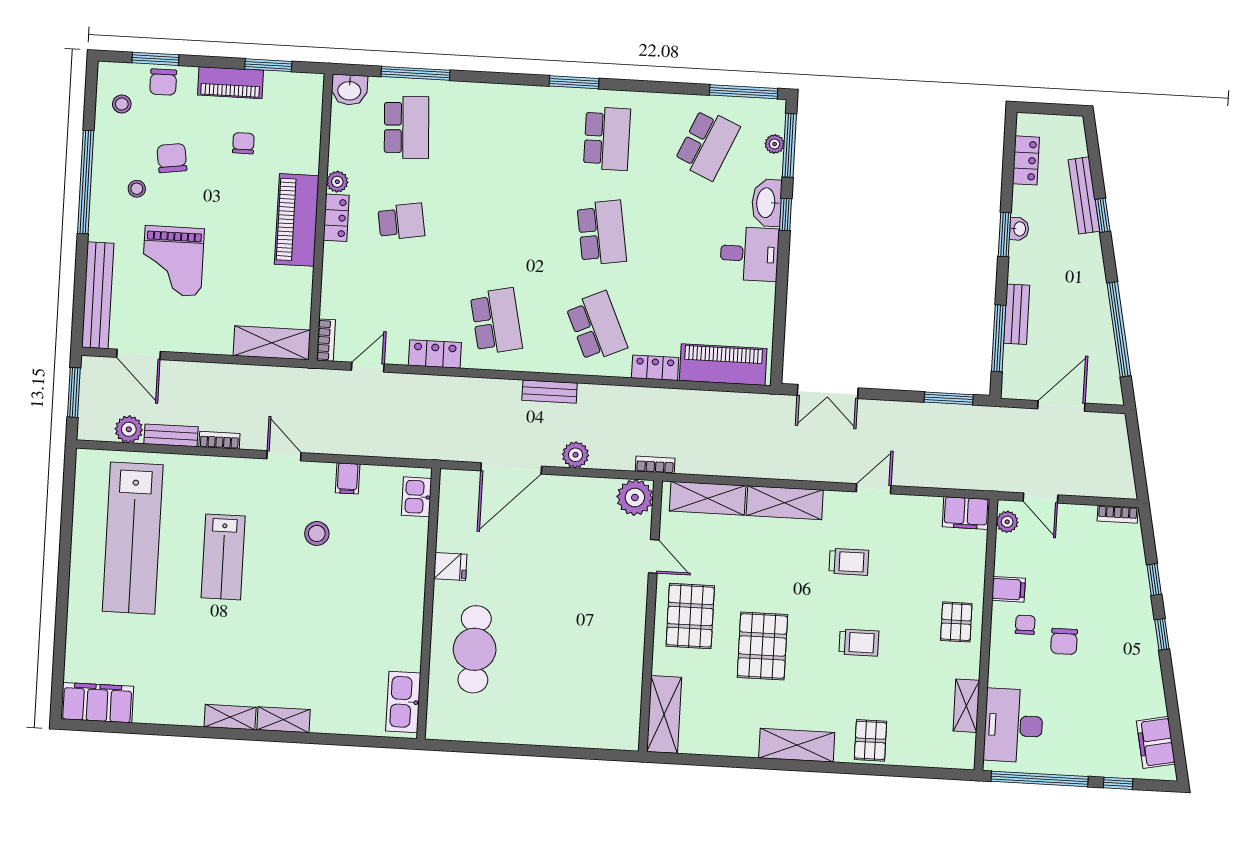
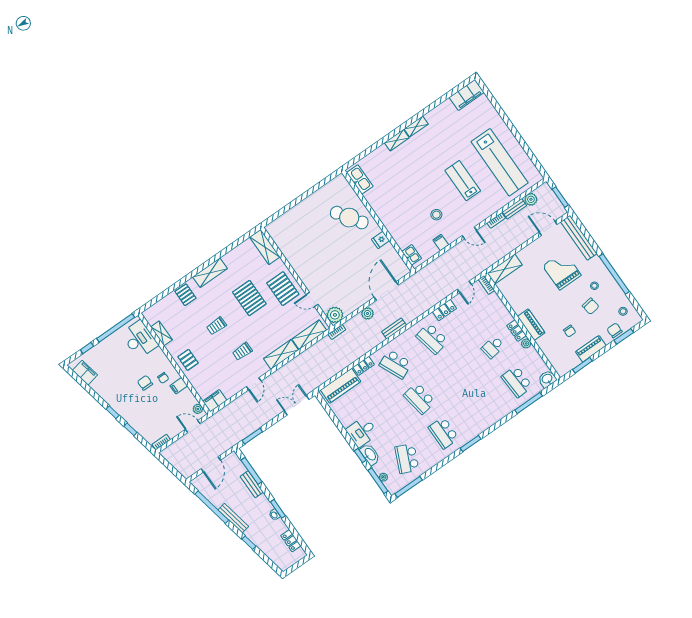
bench: (1084, 195) -> (233, 518), moved
piano: (297, 220) -> (531, 325), width x0.73, depth x0.75
lab bench: (133, 538) -> (500, 162), turned 180
cafe table: (475, 649) -> (349, 218), turned -34

